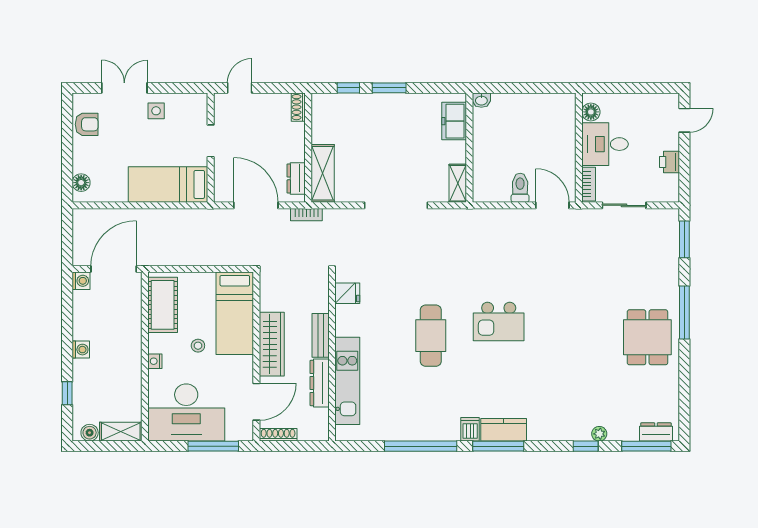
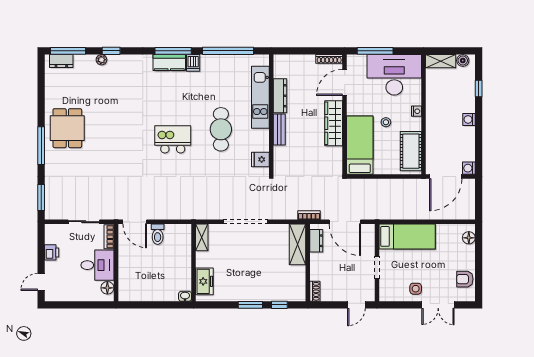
fridge: (347, 293) -> (260, 159), moved
bench: (321, 335) -> (279, 129), moved
wall: (332, 357) -> (271, 114), moved
kitchen unit: (347, 381) -> (260, 97), moved
dresser: (320, 383) -> (280, 96), moved

